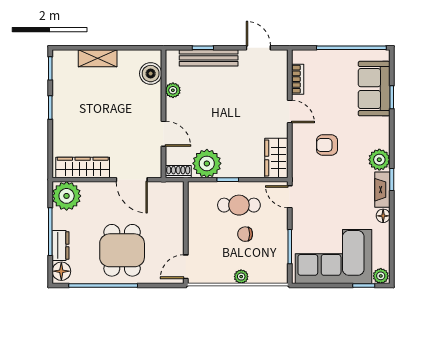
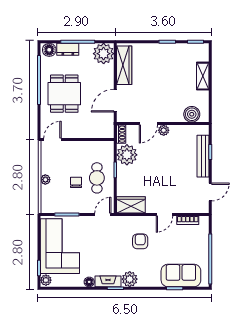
plant: (173, 90) -> (164, 130), moved
dining table: (122, 250) -> (64, 94), turned 90
door: (186, 267) -> (52, 140), hinge flipped

